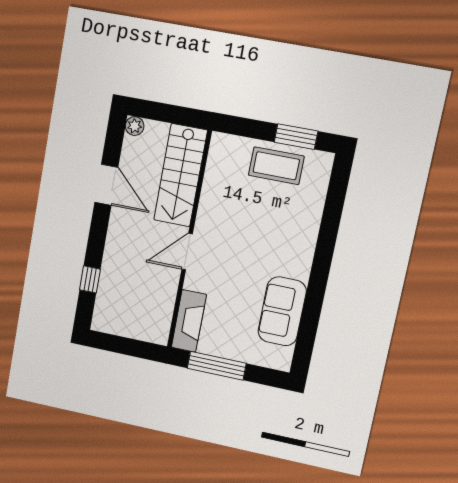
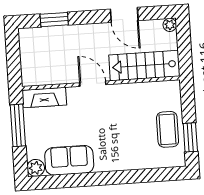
door: (106, 185) -> (124, 15), hinge flipped
window: (90, 280) -> (54, 20), width x1.50
plant: (280, 359) -> (36, 168), added

